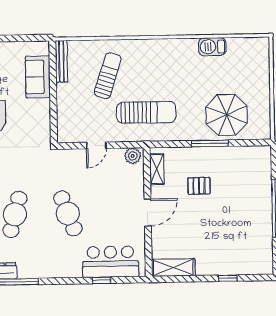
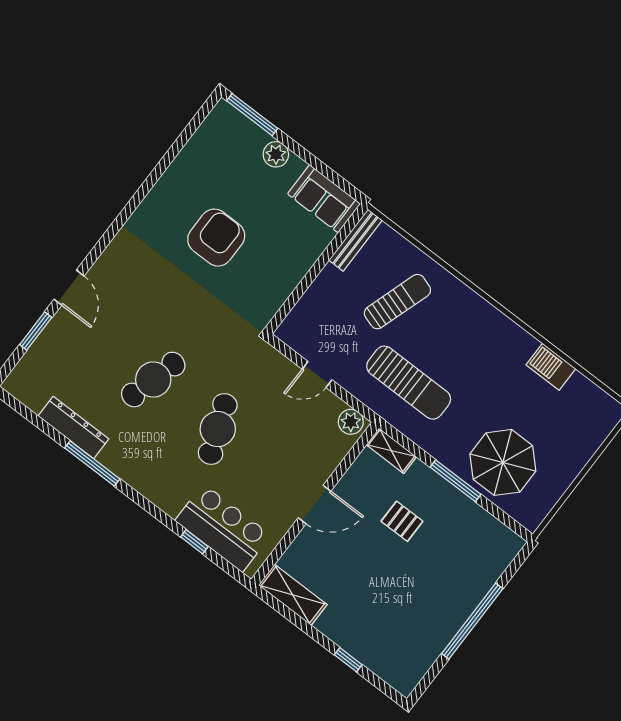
sofa: (38, 77) -> (324, 199), moved, turned -90
shelving: (157, 169) -> (391, 451), moved, turned 90

